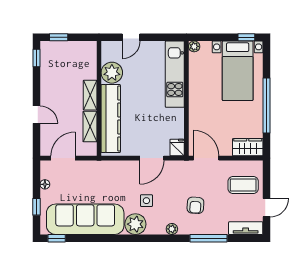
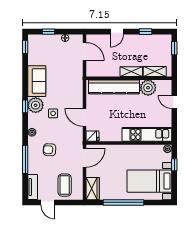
window: (246, 37) -> (174, 165), moved
window: (36, 58) -> (146, 32), moved
shelving: (90, 127) -> (155, 71), moved
sofa: (85, 219) -> (37, 81), width x0.54, depth x0.79
window: (137, 238) -> (25, 106), added

